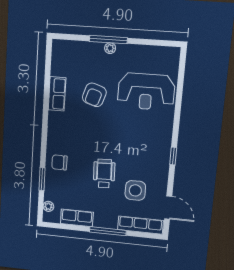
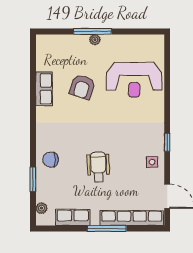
side table: (135, 190) -> (152, 162), moved, width x0.54, depth x0.54
row of seats: (140, 225) -> (132, 218), width x1.36

